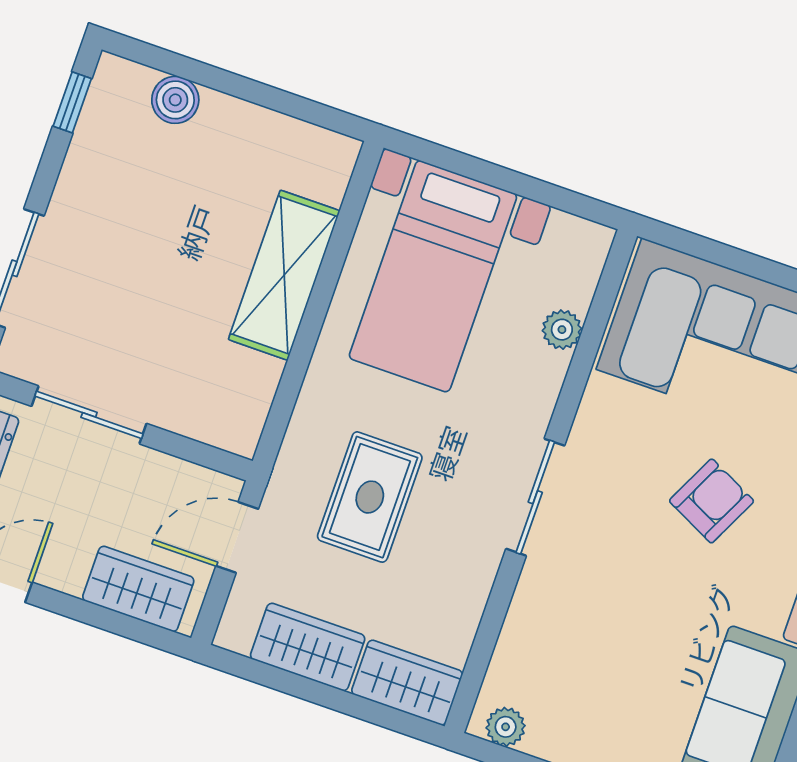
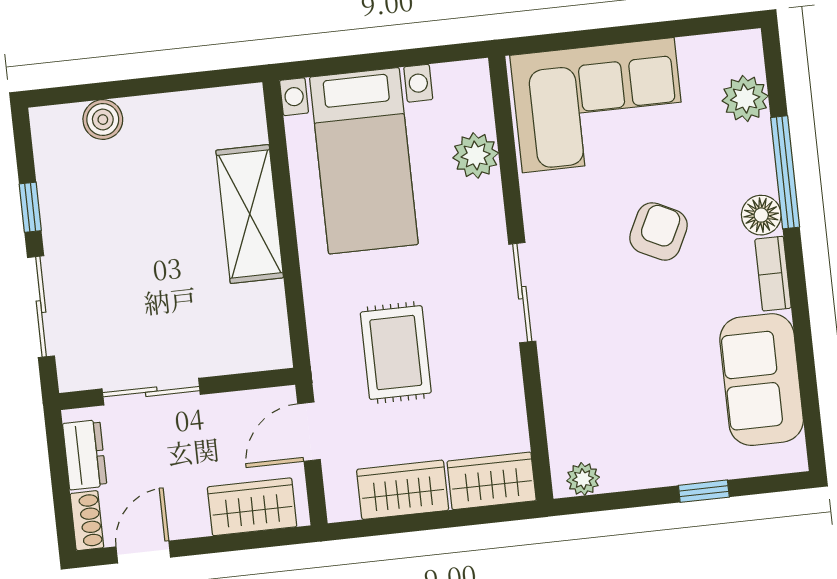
window: (72, 102) -> (30, 207), moved
plant: (562, 330) -> (476, 155), width x1.38, depth x1.38

